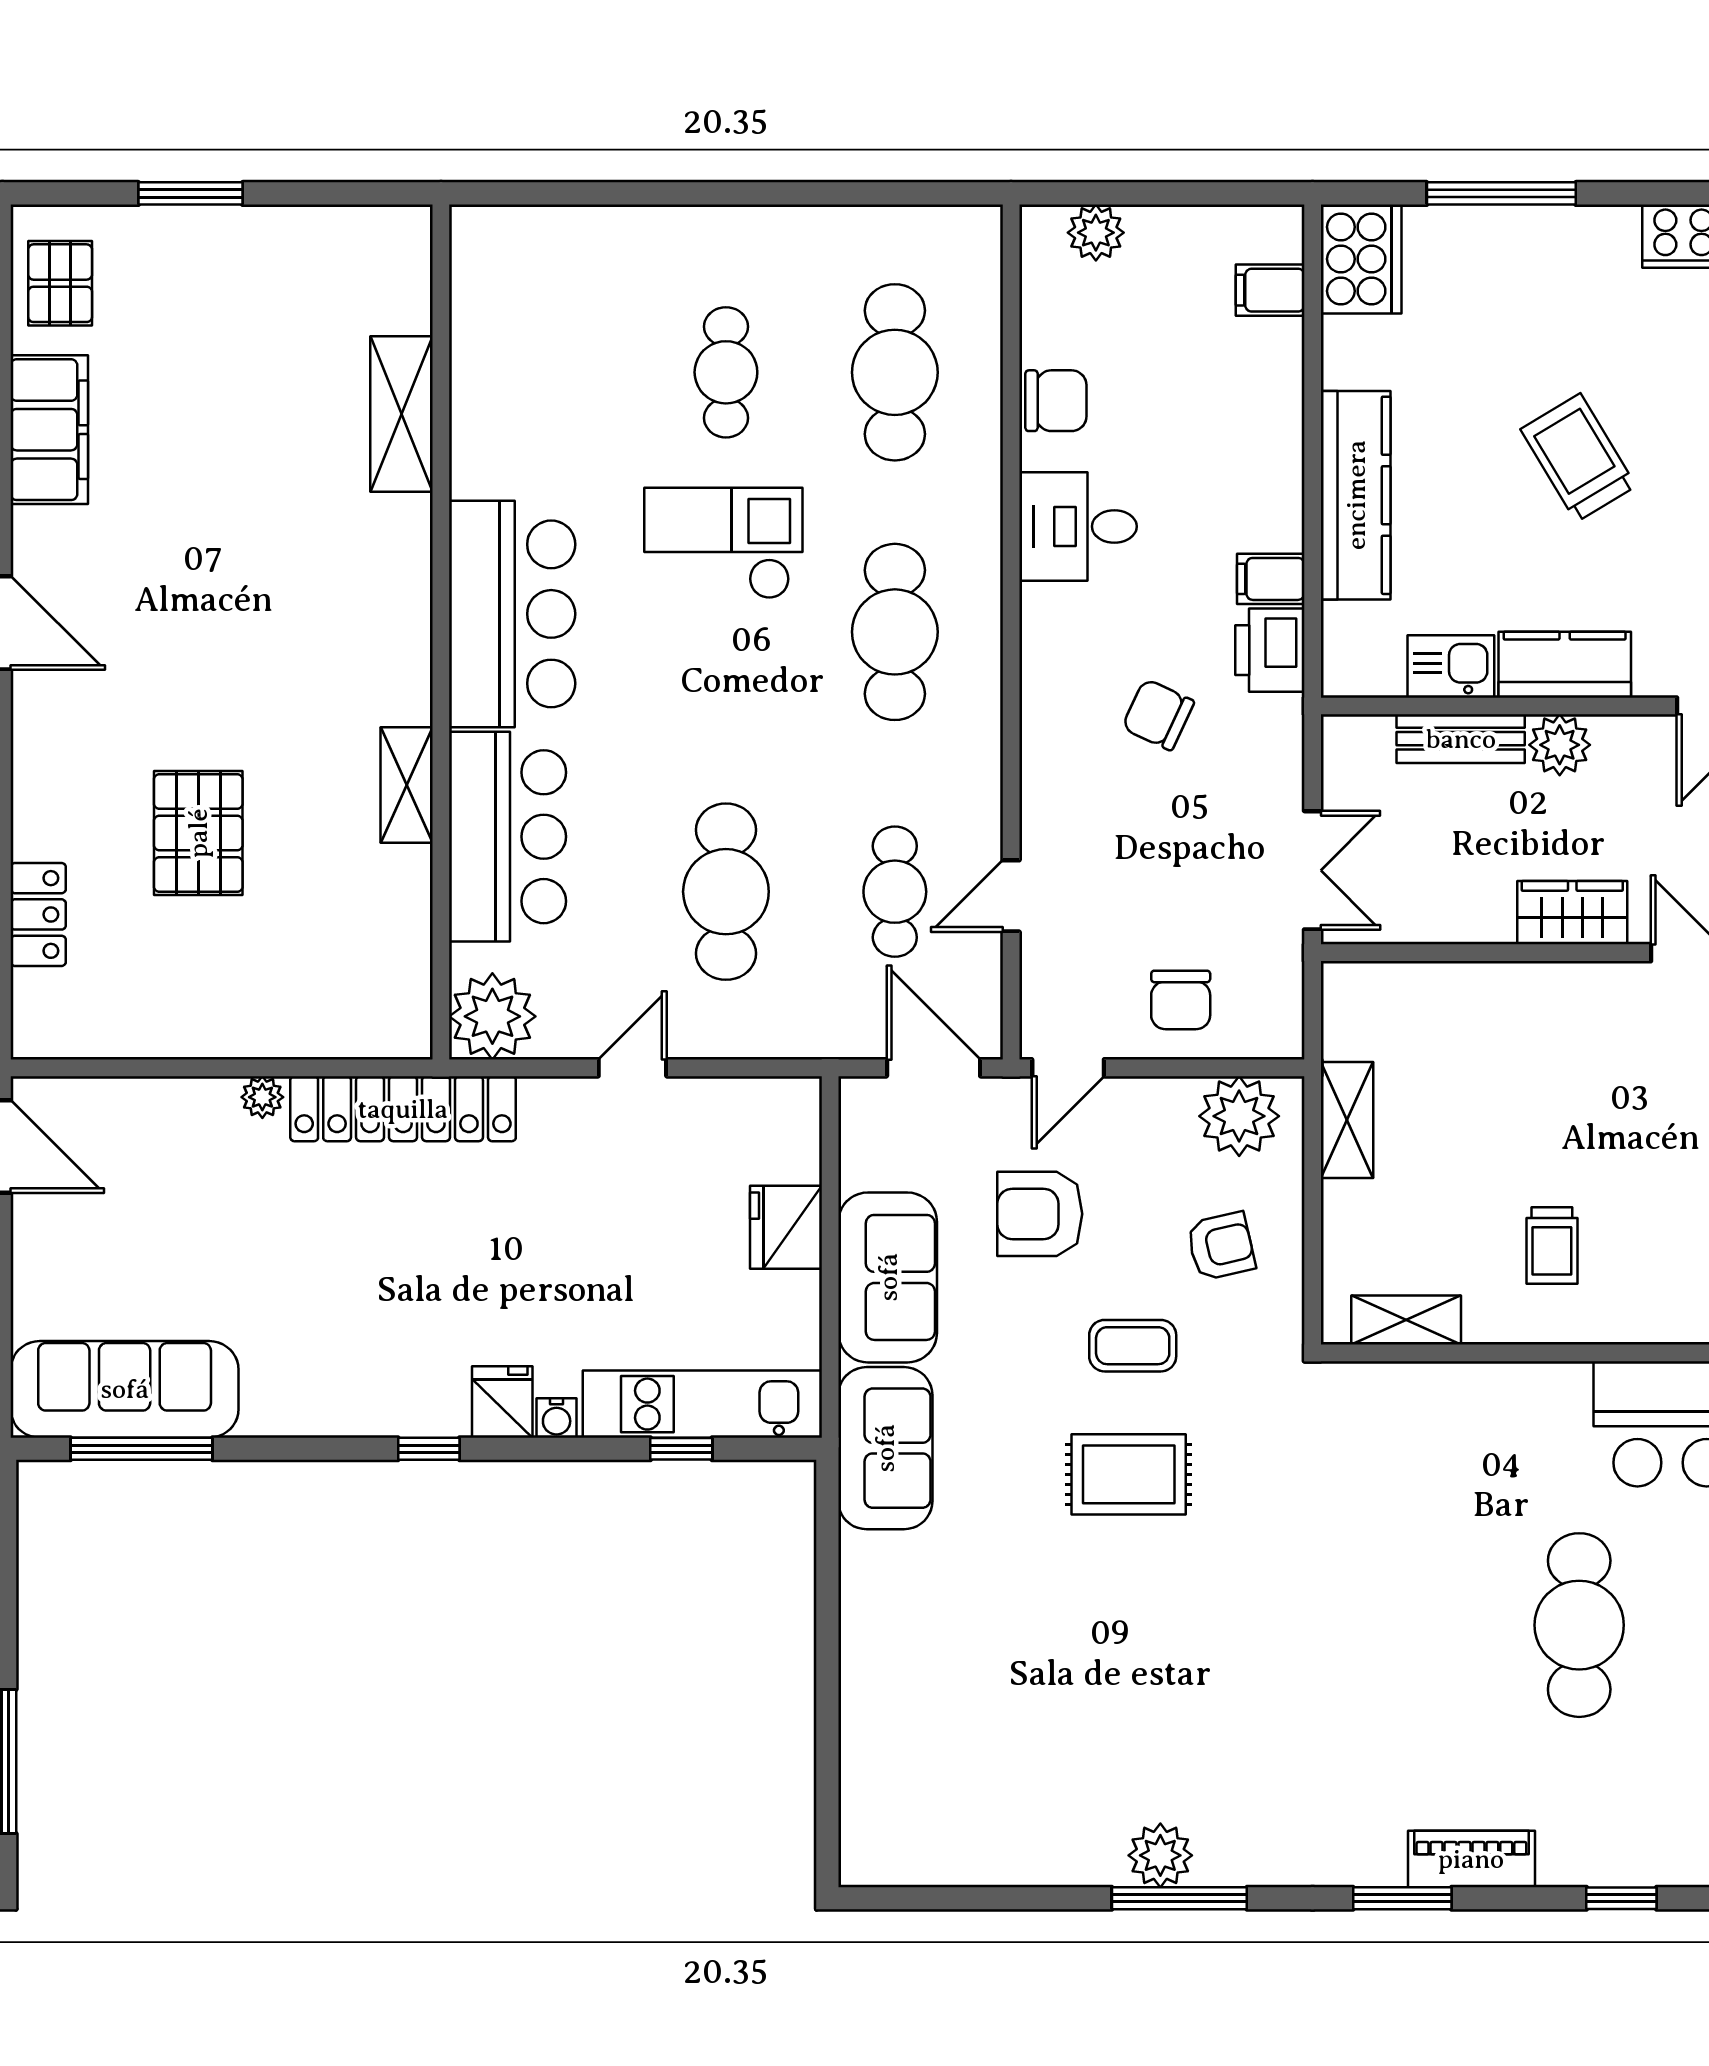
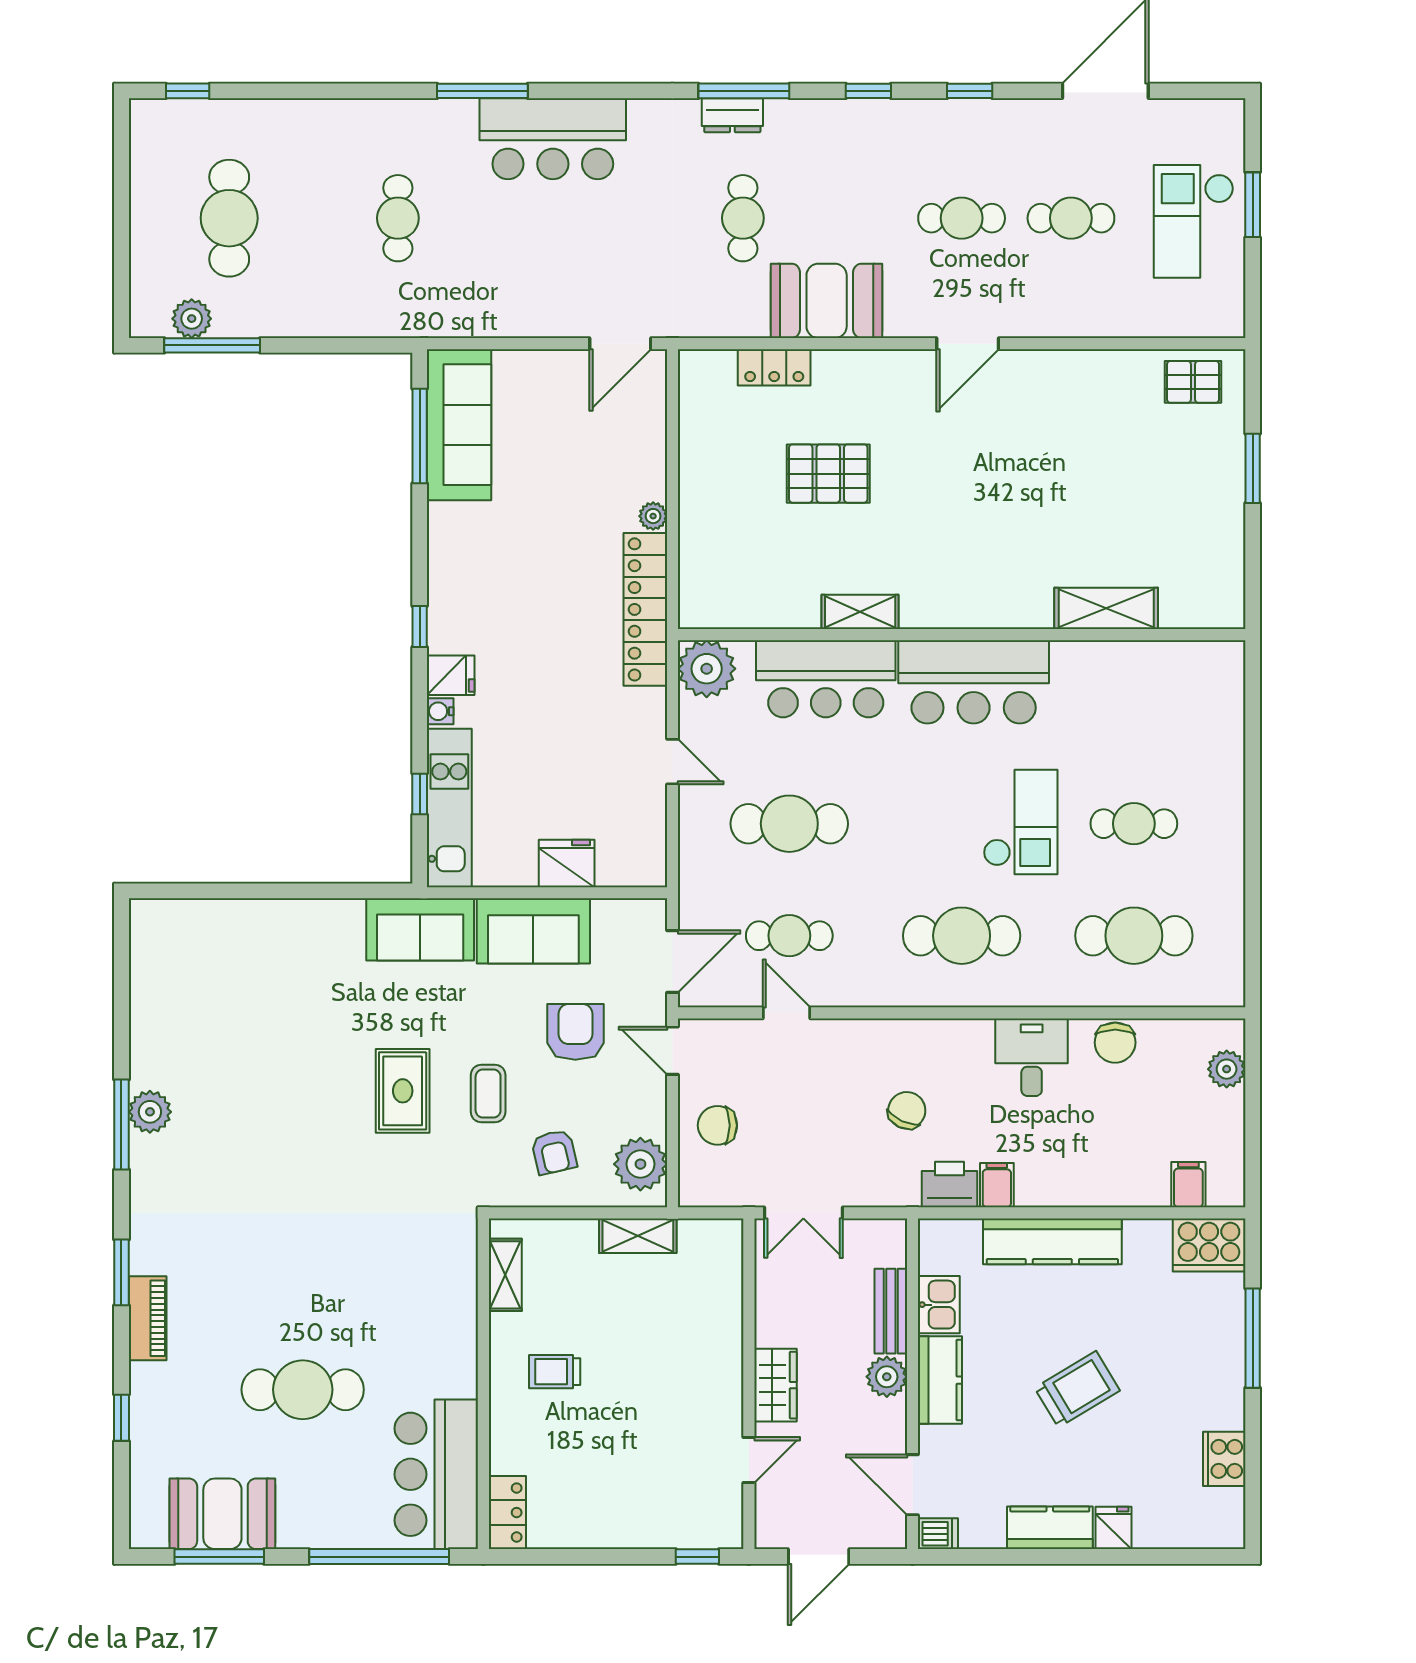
filing cabinet: (49, 430) -> (1096, 375), removed

